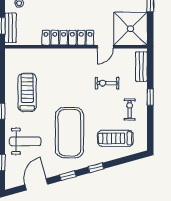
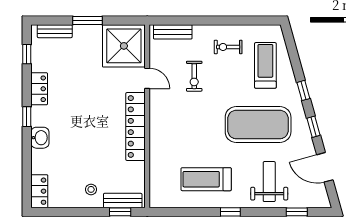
window: (150, 97) -> (212, 20), removed
treadmill: (115, 138) -> (265, 65), turned 180

